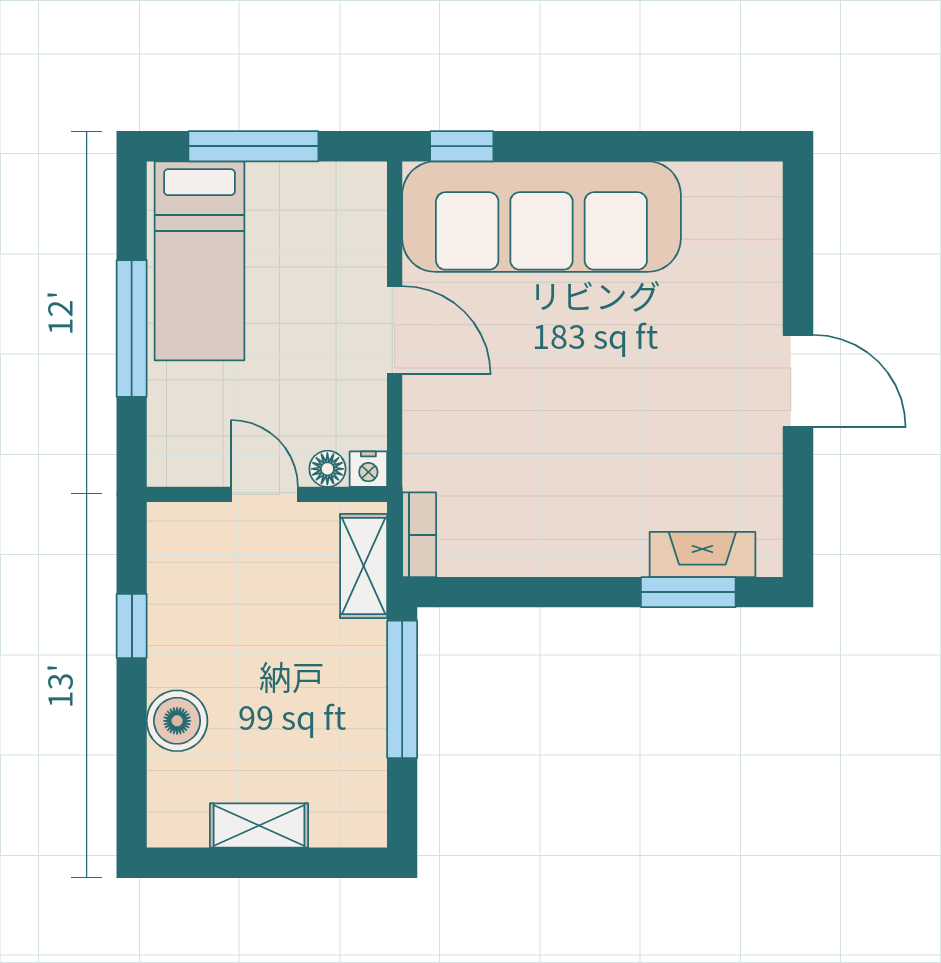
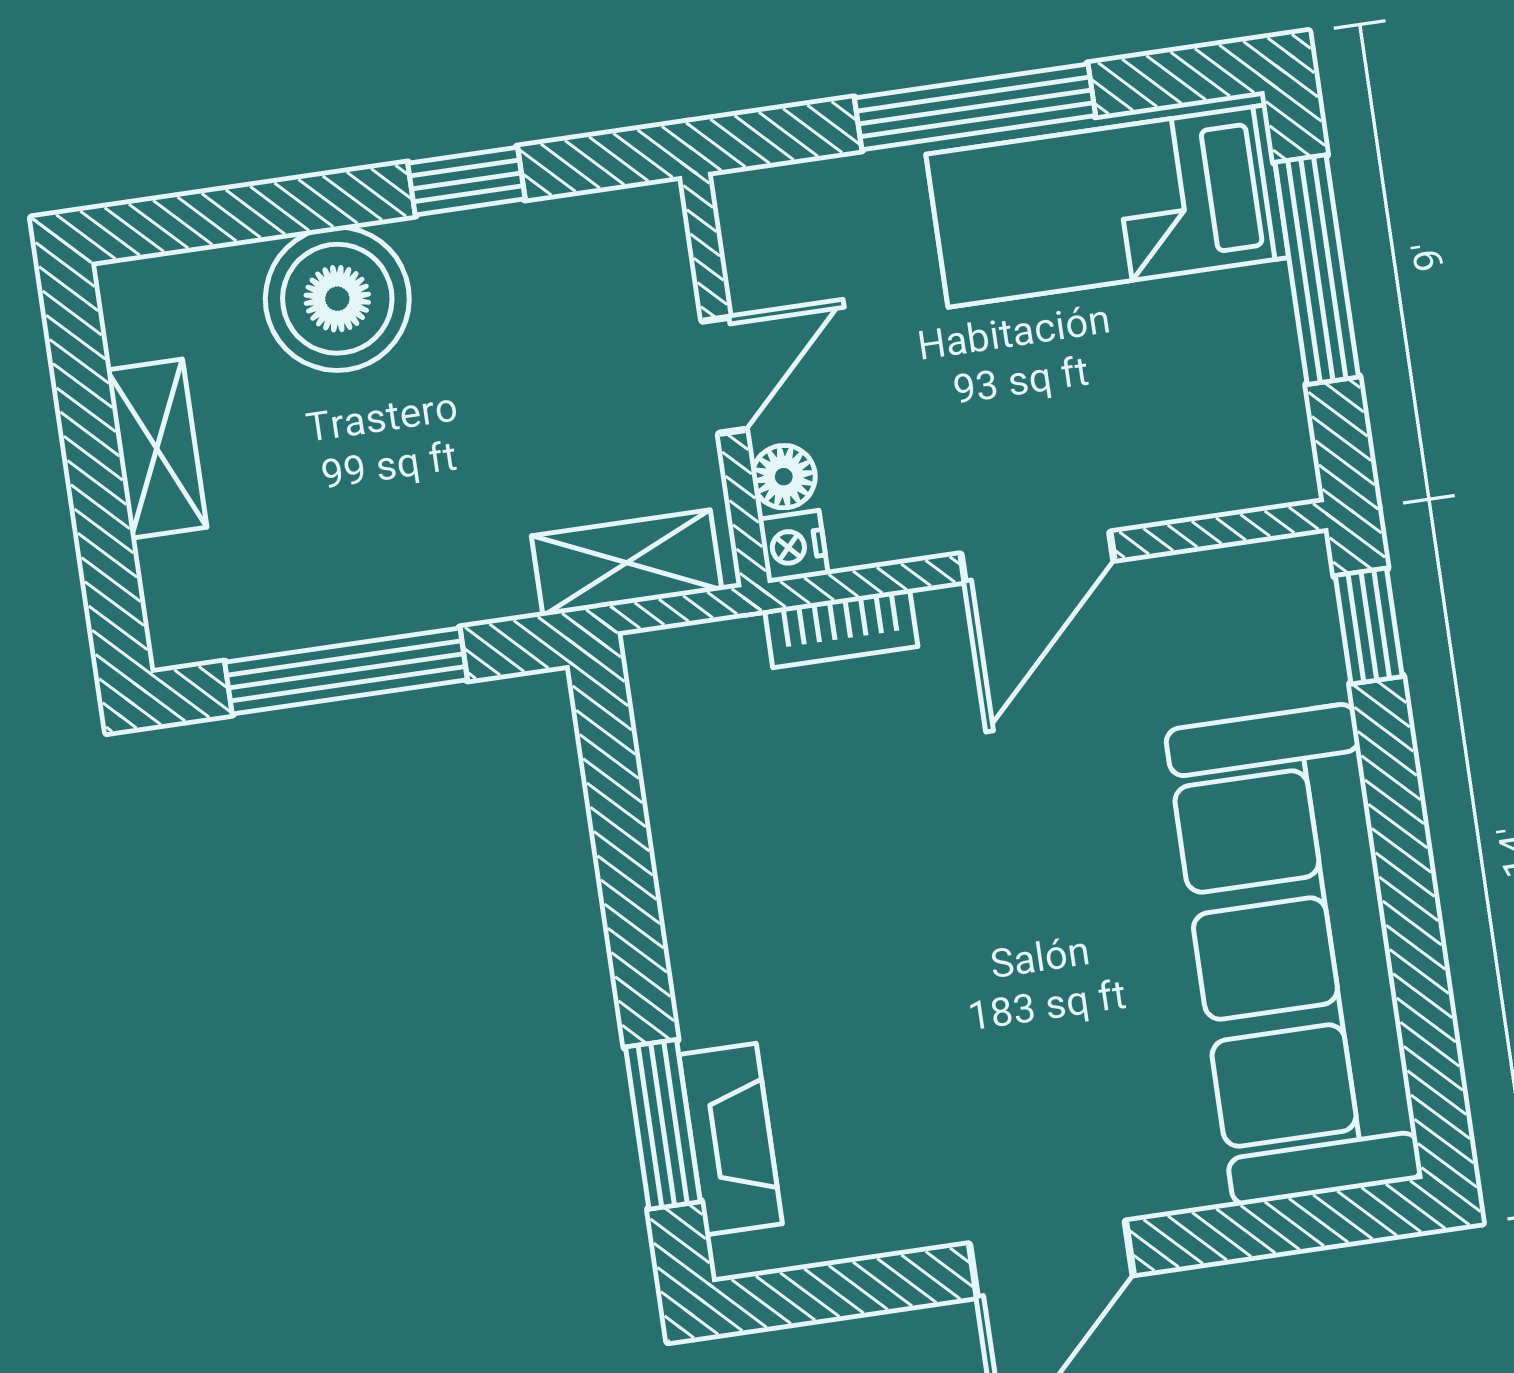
sofa: (541, 217) -> (1294, 954), moved
bookcase: (419, 535) -> (841, 628), moved
window: (402, 689) -> (346, 671), moved
boiler: (177, 721) -> (337, 299), width x1.37, depth x1.37

